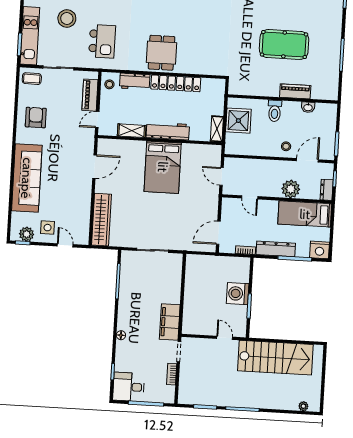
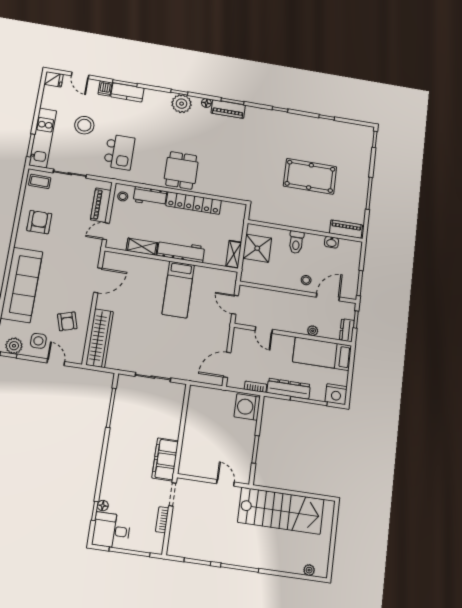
piano: (295, 91) -> (346, 229), moved
bed: (163, 167) -> (178, 289), width x0.67
plant: (291, 189) -> (313, 331), width x0.53, depth x0.53
armchair: (71, 207) -> (67, 321), added
washing machine: (238, 294) -> (247, 407), moved
floor lamp: (121, 335) -> (103, 506), moved

